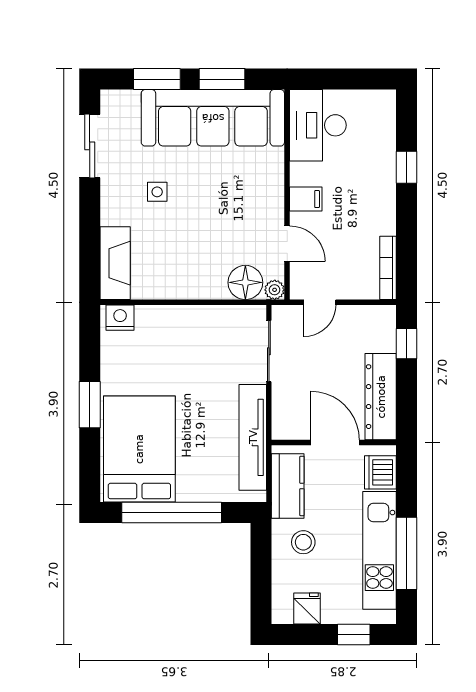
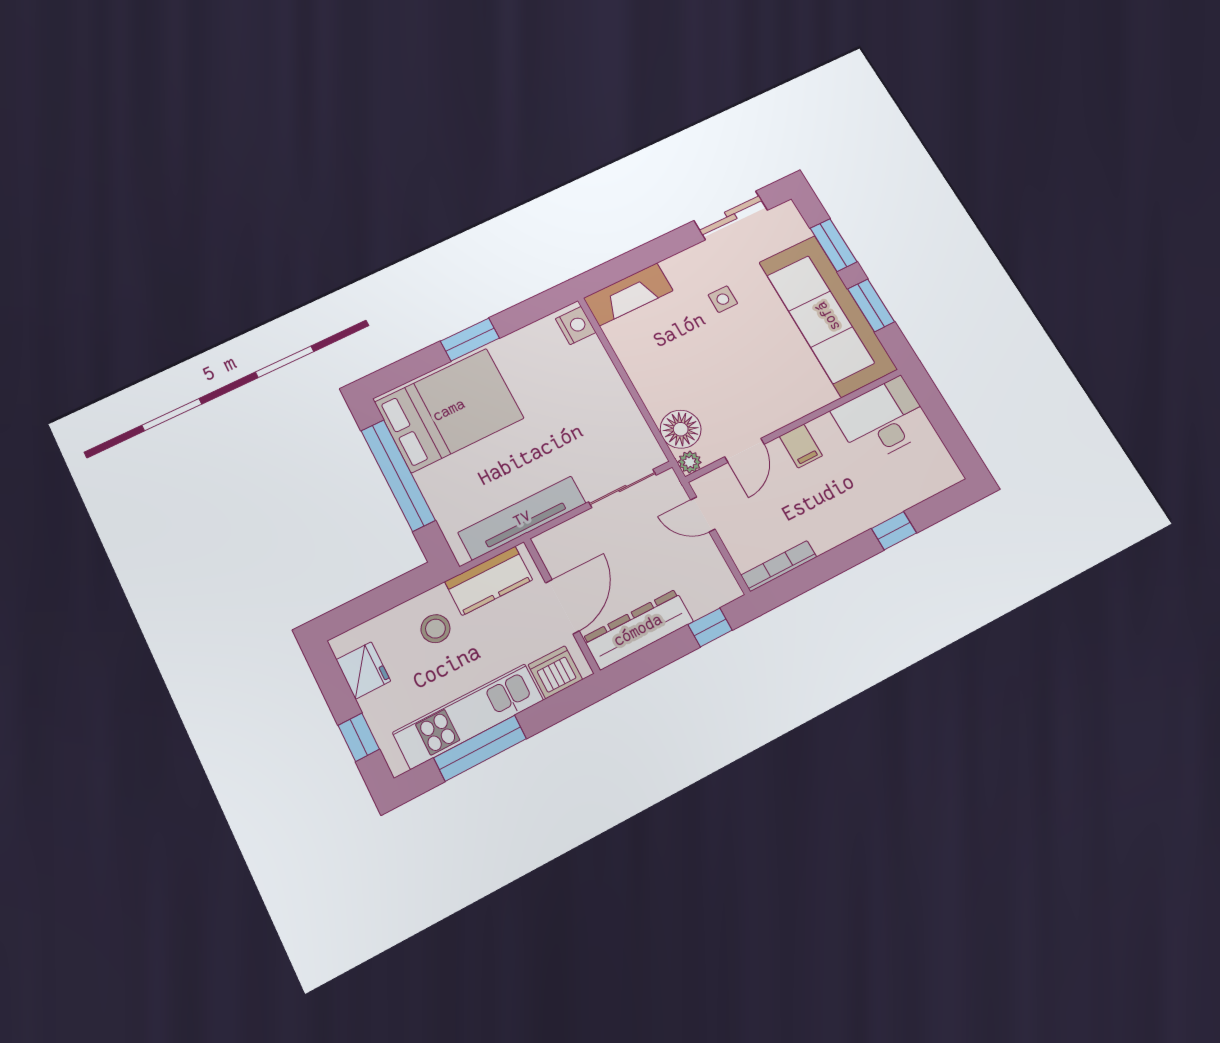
fridge: (307, 608) -> (363, 670), width x1.38

